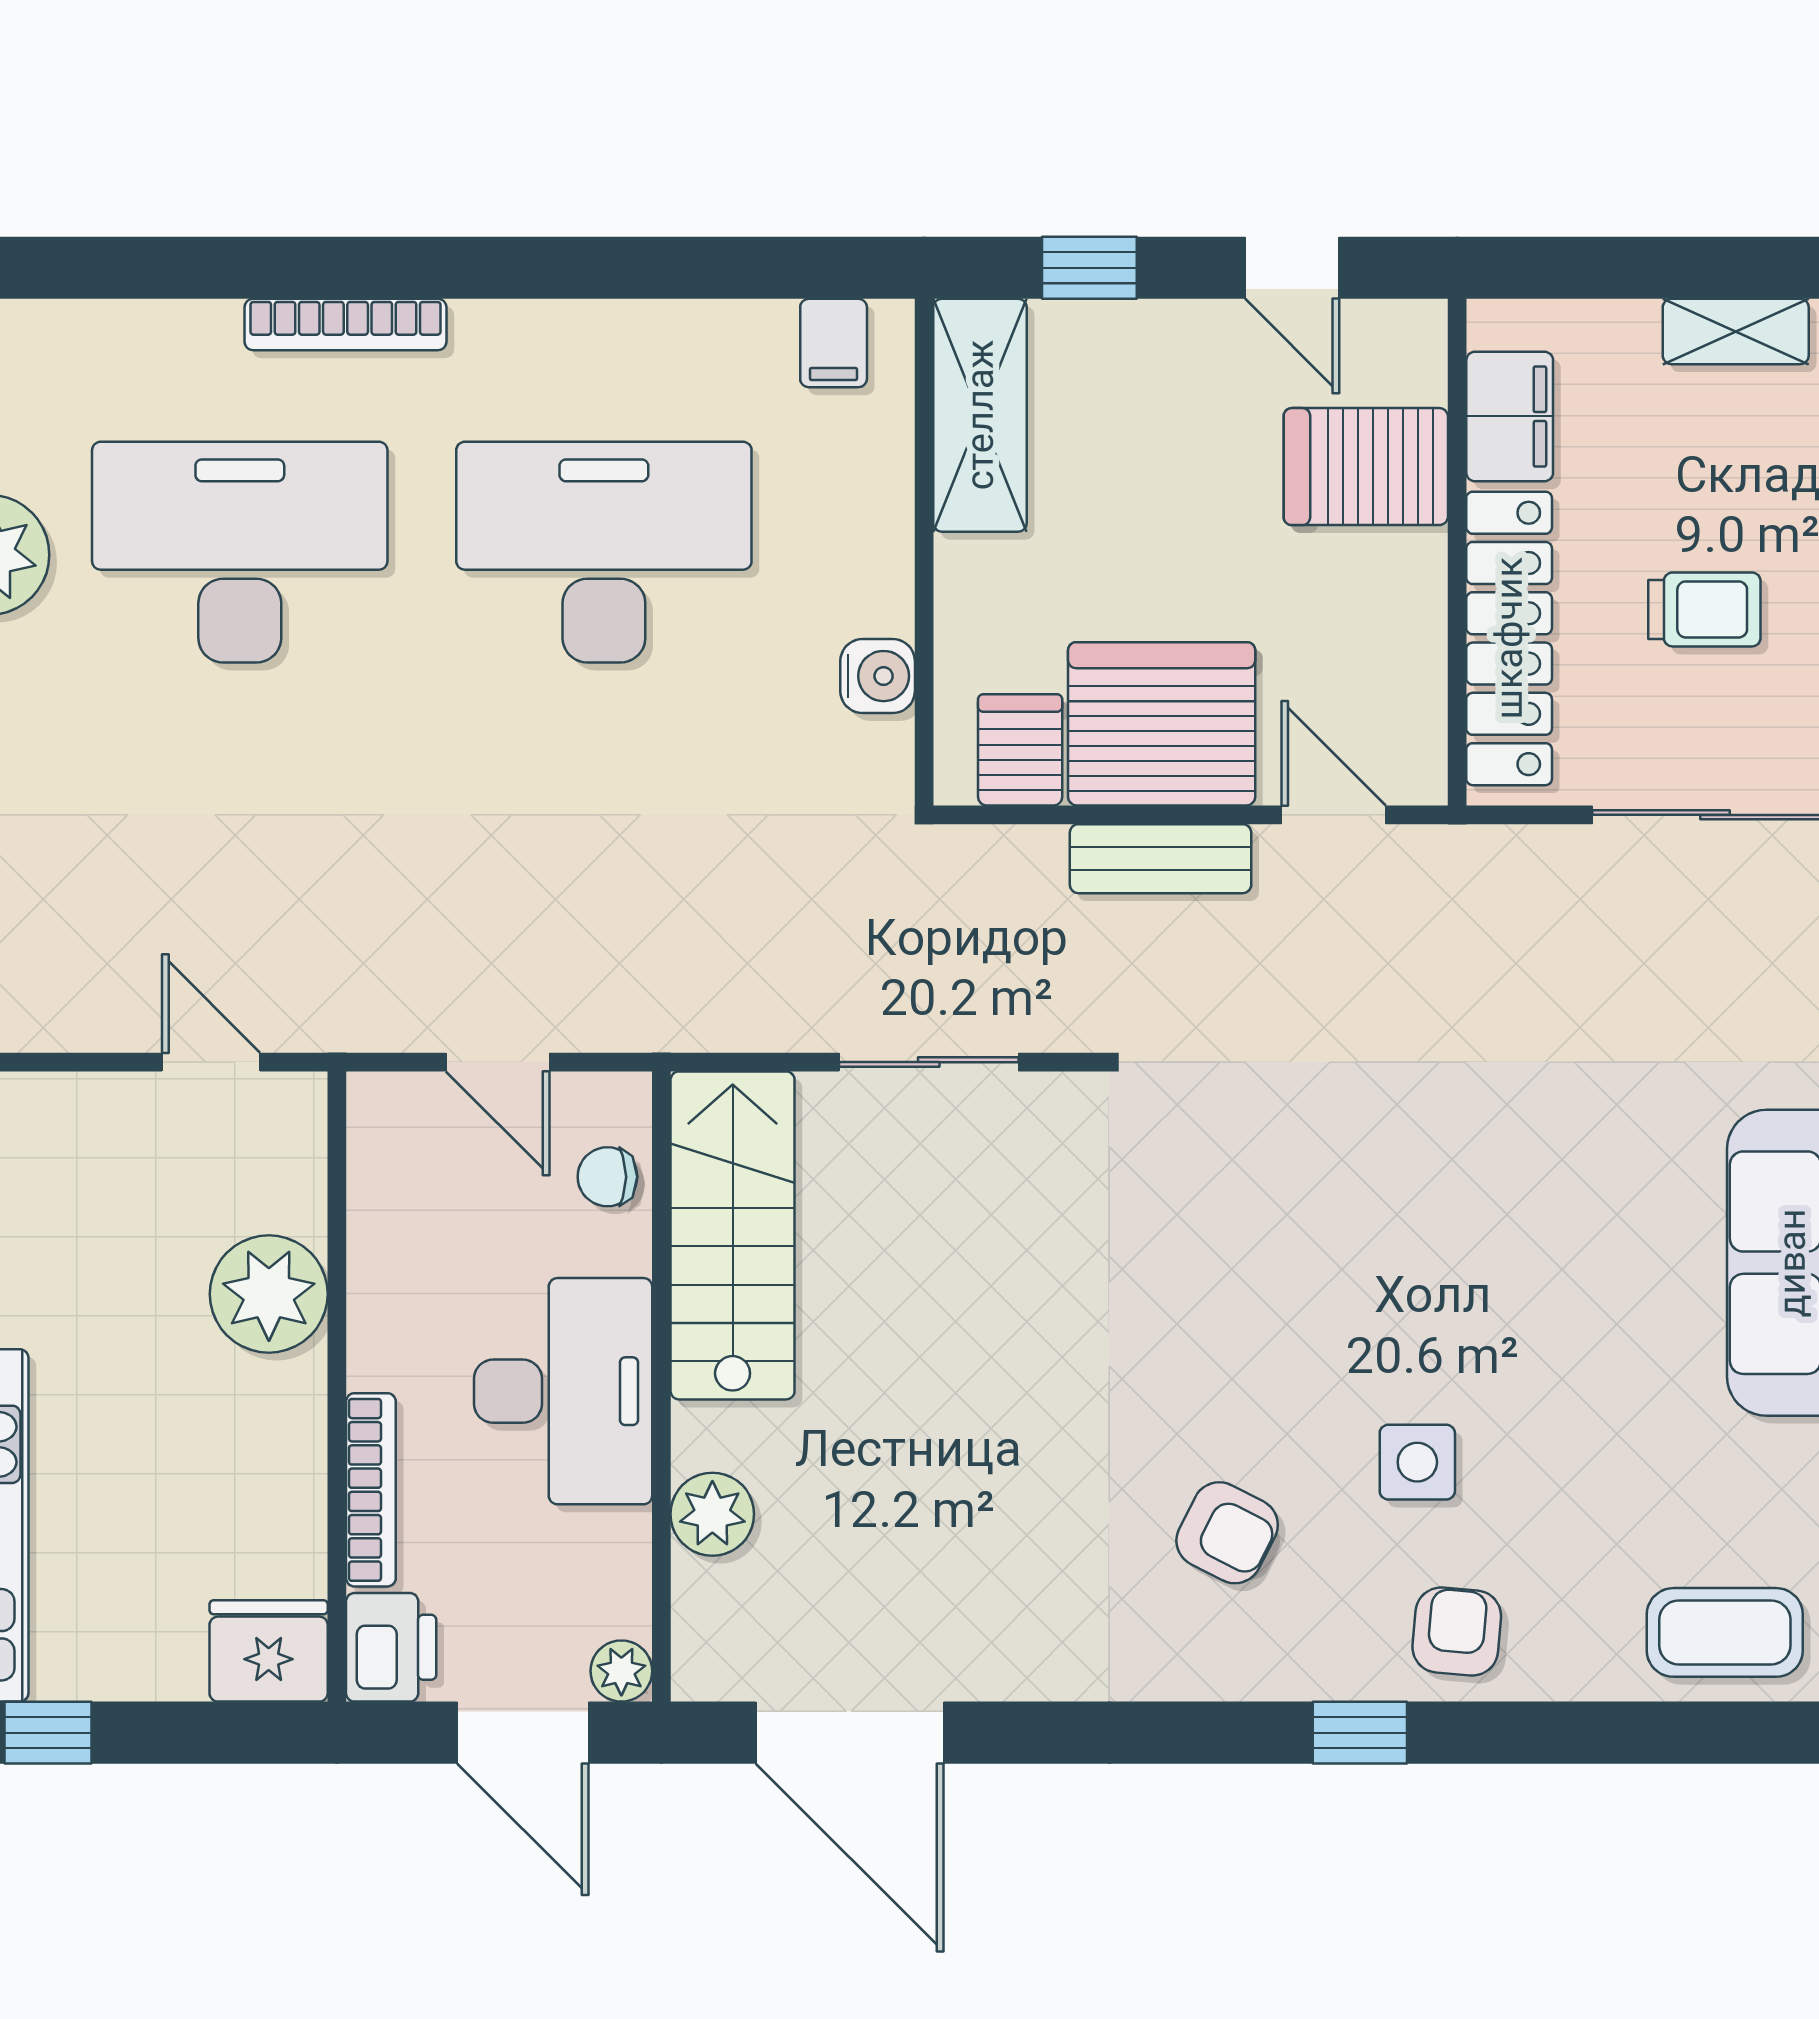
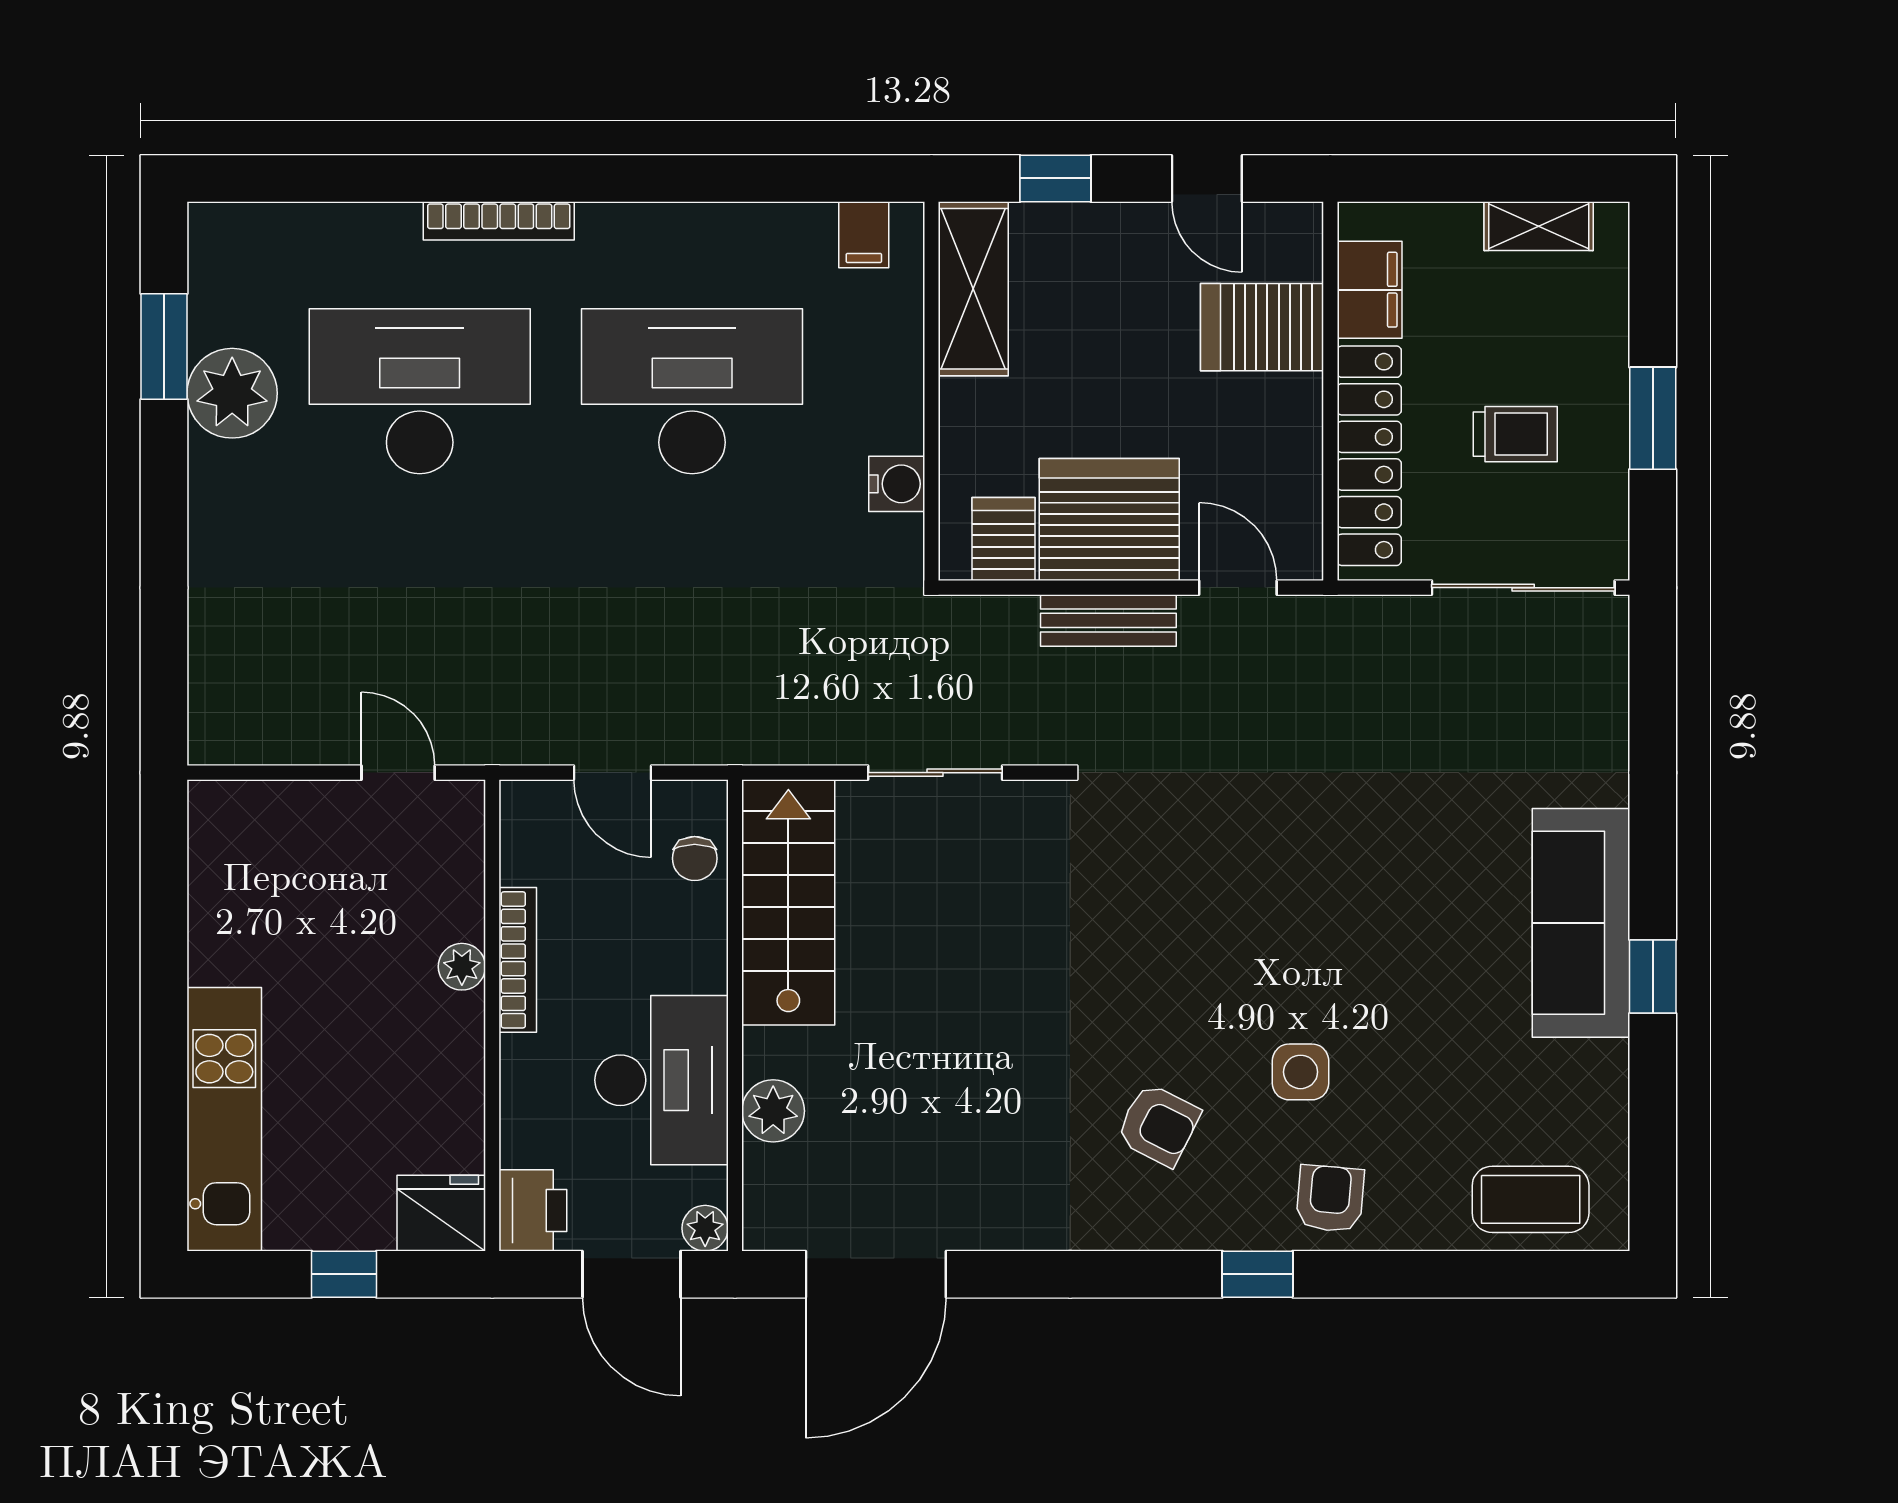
chair: (607, 1177) -> (695, 858), turned -90
plant: (269, 1294) -> (462, 967), width x0.53, depth x0.53
desk: (563, 1391) -> (662, 1080), moved
bookcase: (371, 1490) -> (518, 960), moved
window: (48, 1733) -> (344, 1274), moved
door: (850, 1733) -> (876, 1274), hinge flipped

